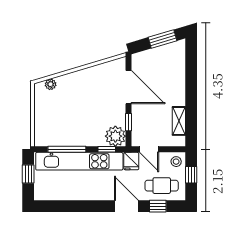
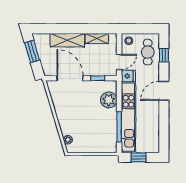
shelving: (177, 84) -> (67, 40), added
door: (129, 87) -> (70, 78), hinge flipped
plant: (115, 136) -> (109, 100), moved
window: (107, 149) -> (119, 95), removed
window: (191, 175) -> (139, 29), removed
door: (126, 206) -> (164, 91), moved

